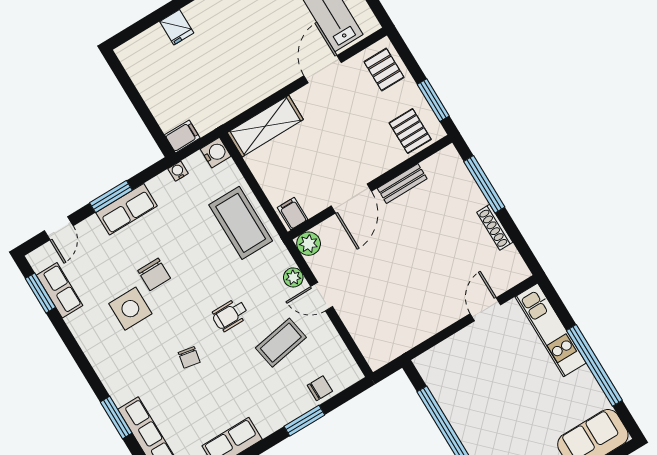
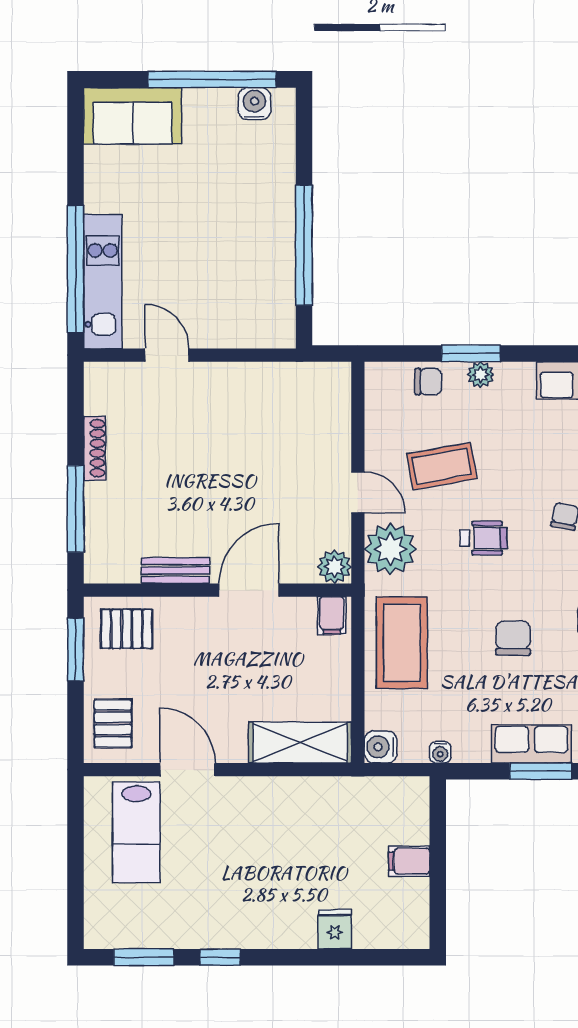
door: (323, 69) -> (188, 770), swing flipped
pallet: (410, 131) -> (127, 629), turned 90
filing cabinet: (182, 136) -> (409, 861), moved
chair: (154, 274) -> (513, 638), moved
plant: (293, 277) -> (390, 549), width x1.88, depth x1.88
door: (485, 309) -> (167, 355), swing flipped
window: (594, 365) -> (76, 269), moved
chair: (320, 388) -> (428, 382), turned 180
plant: (291, 411) -> (481, 375), added

